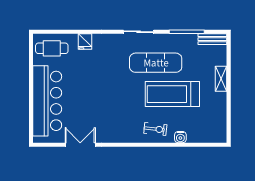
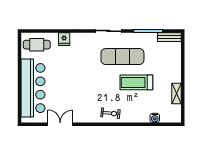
shelving: (221, 79) -> (177, 93), moved
treadmill: (172, 94) -> (136, 82), width x0.73, depth x0.73
exercise bike: (155, 129) -> (111, 113), moved
water cooler: (180, 137) -> (155, 118), moved

